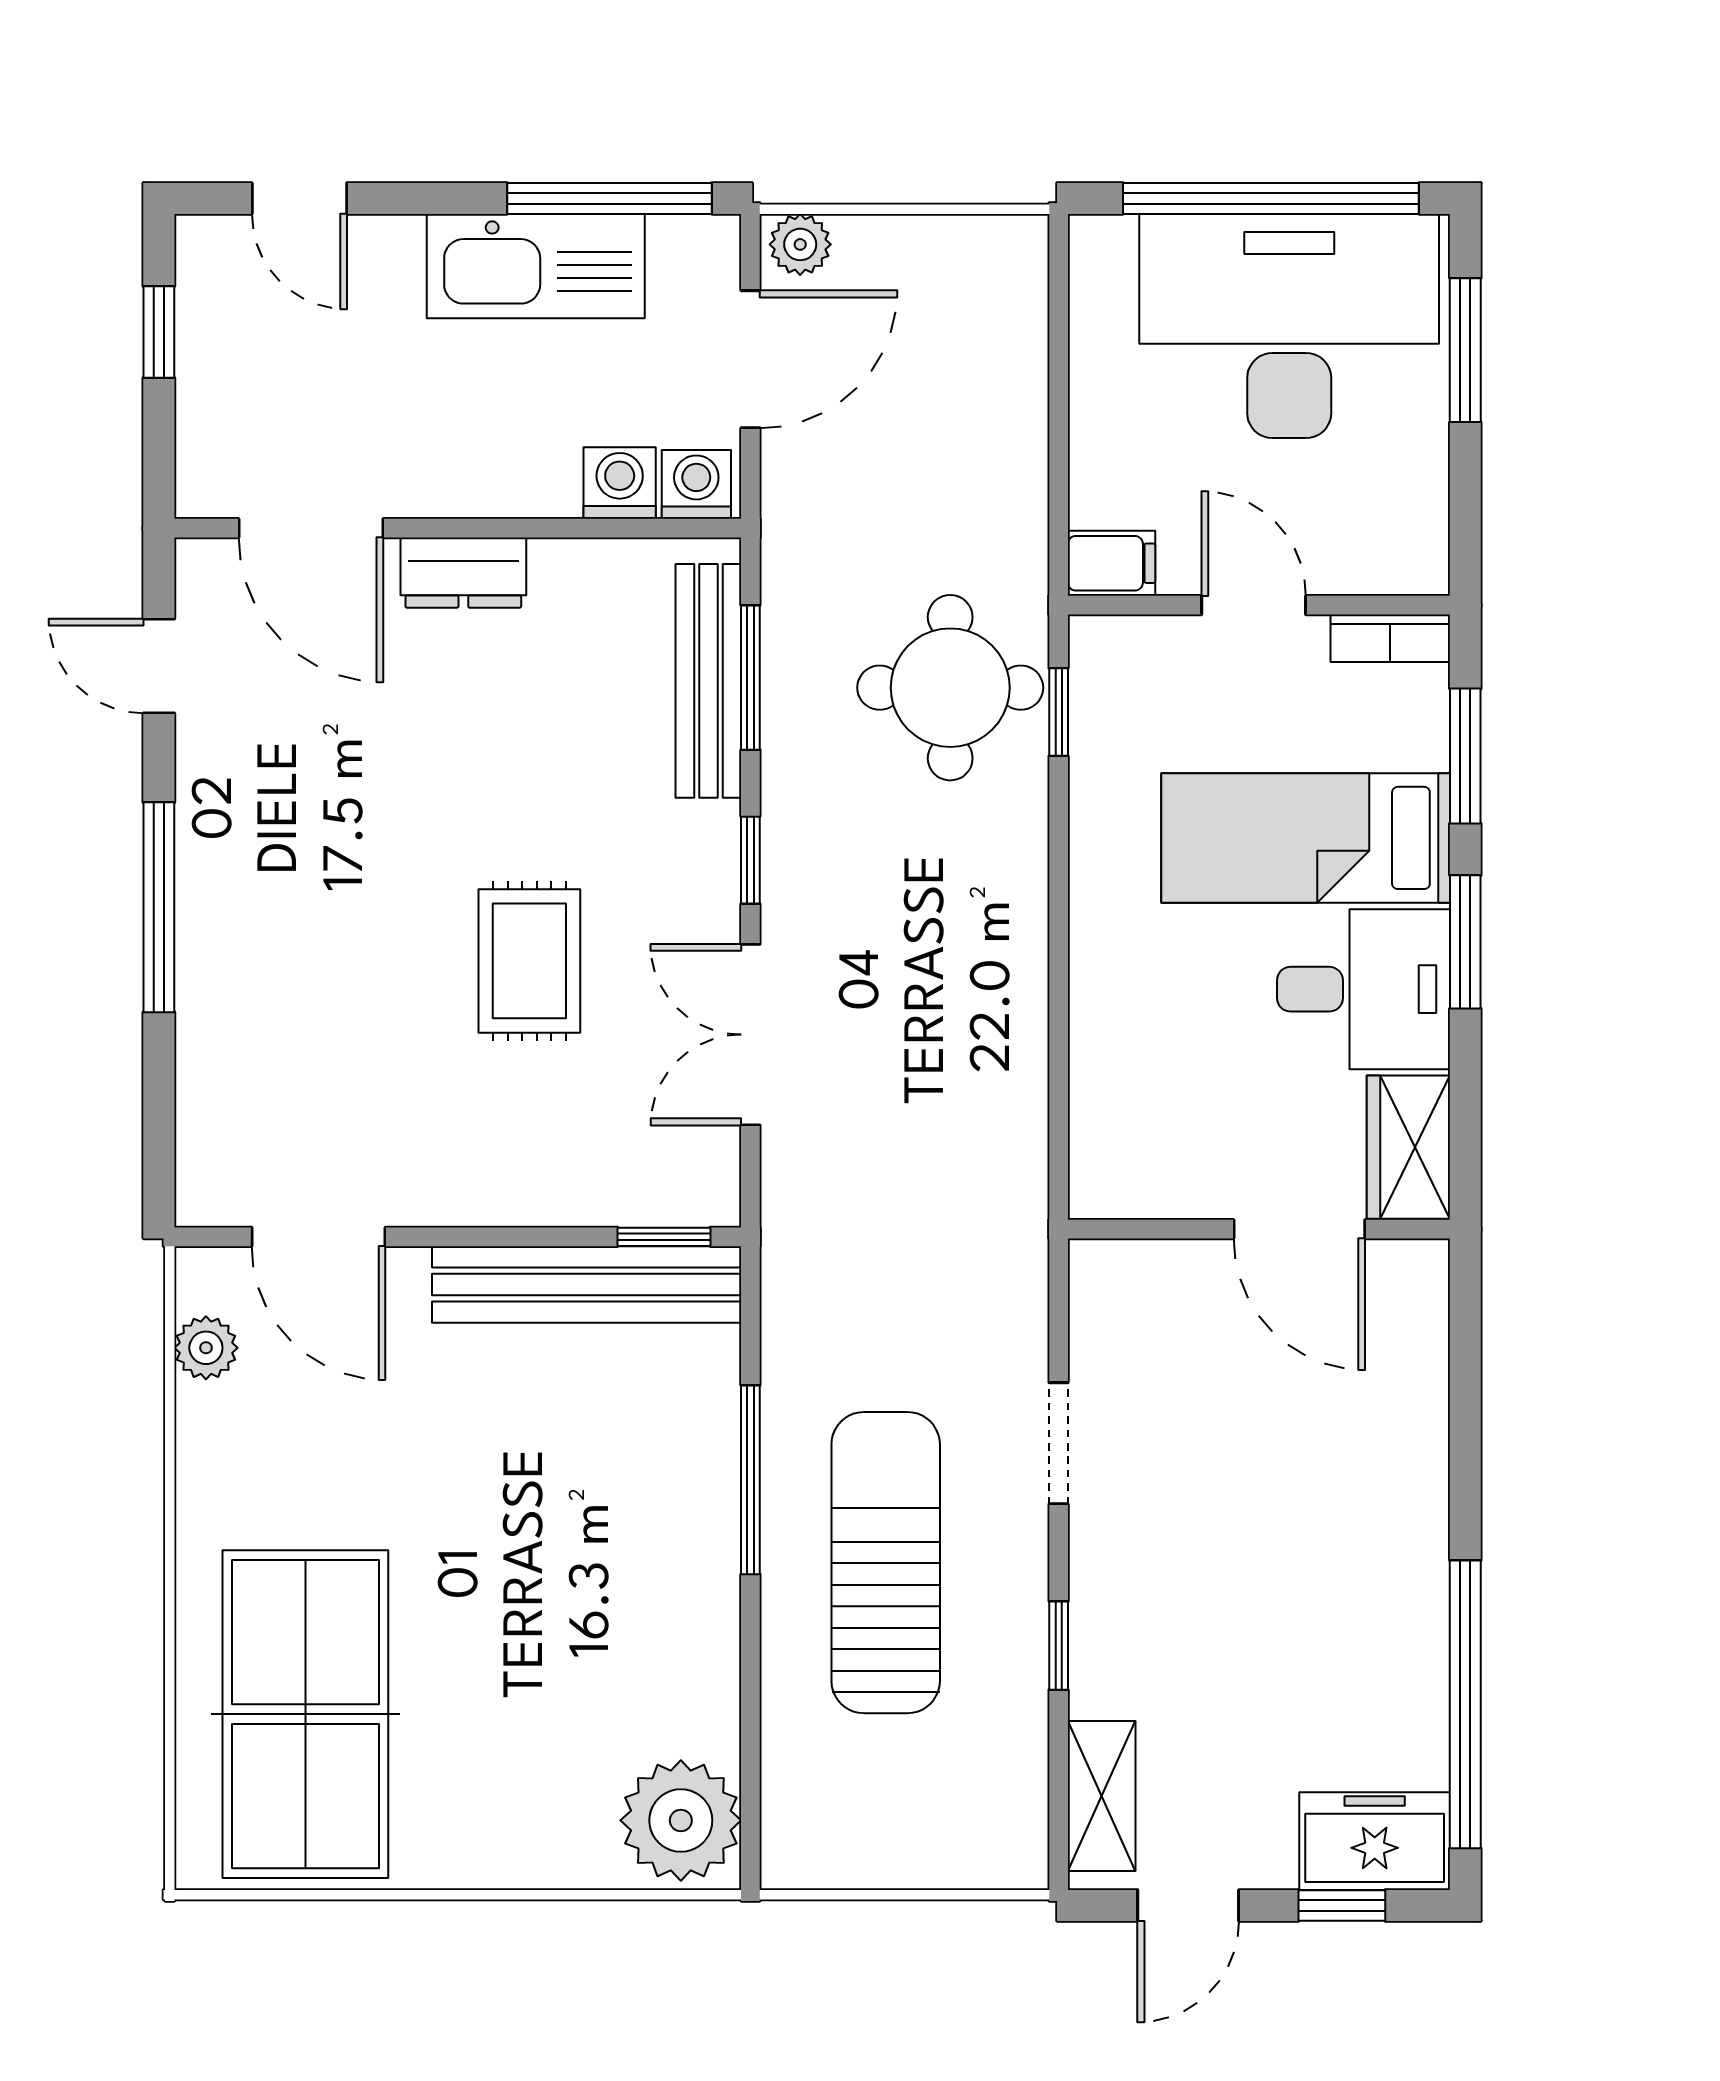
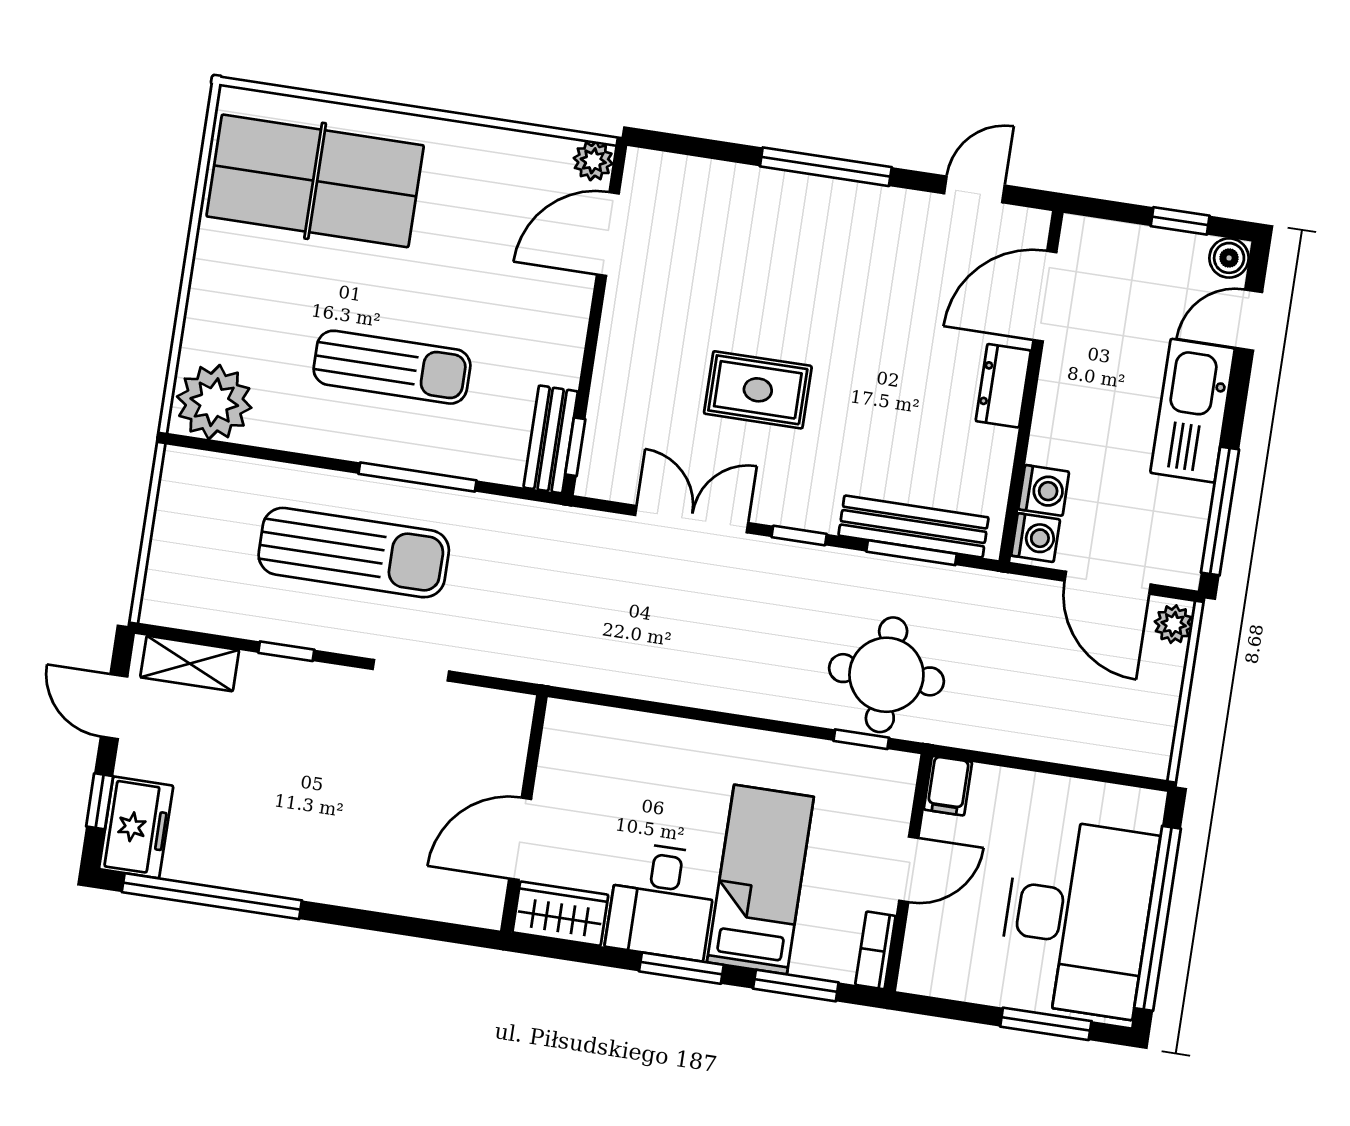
boiler: (206, 245) -> (1229, 258), added
kitchen sink: (536, 266) -> (1193, 411), moved
bench: (587, 1285) -> (551, 439), width x0.54, depth x0.82
plant: (206, 1348) -> (593, 161), moved
sun lounger: (582, 1547) -> (392, 367), added

